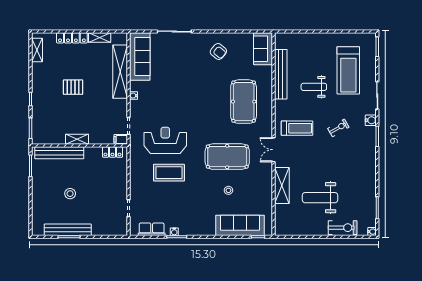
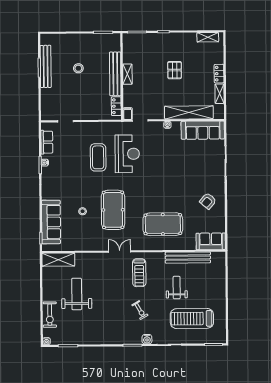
locker: (72, 38) -> (219, 74), width x0.66
bench: (59, 153) -> (115, 74), moved
shelving: (282, 185) -> (58, 260), moved

